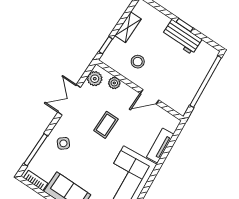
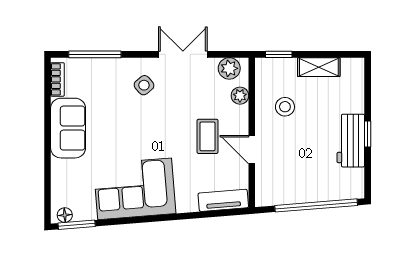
coffee table: (106, 125) -> (208, 136), moved, turned 90
side table: (63, 143) -> (144, 85), moved
tv unit: (160, 146) -> (223, 200), moved

